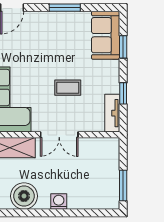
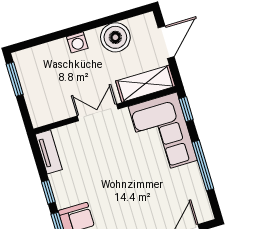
coffee table: (68, 88) -> (103, 165), removed
window: (123, 93) -> (48, 192), moved

